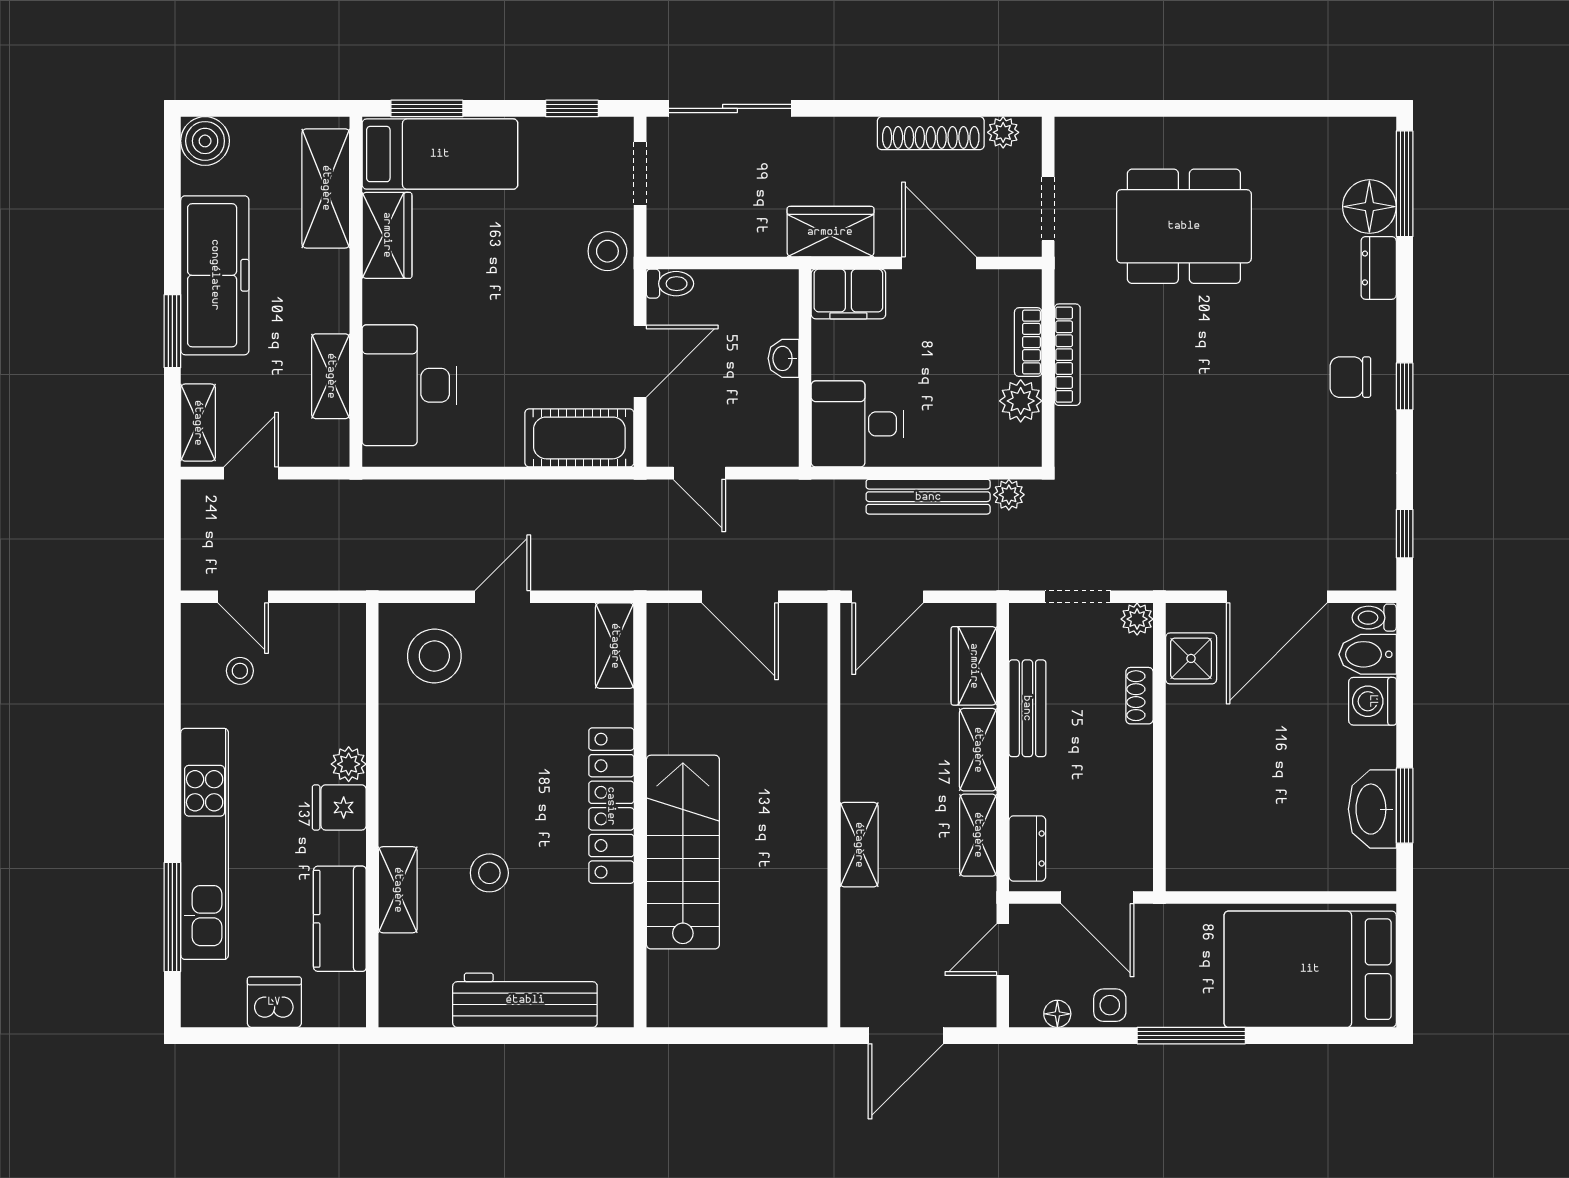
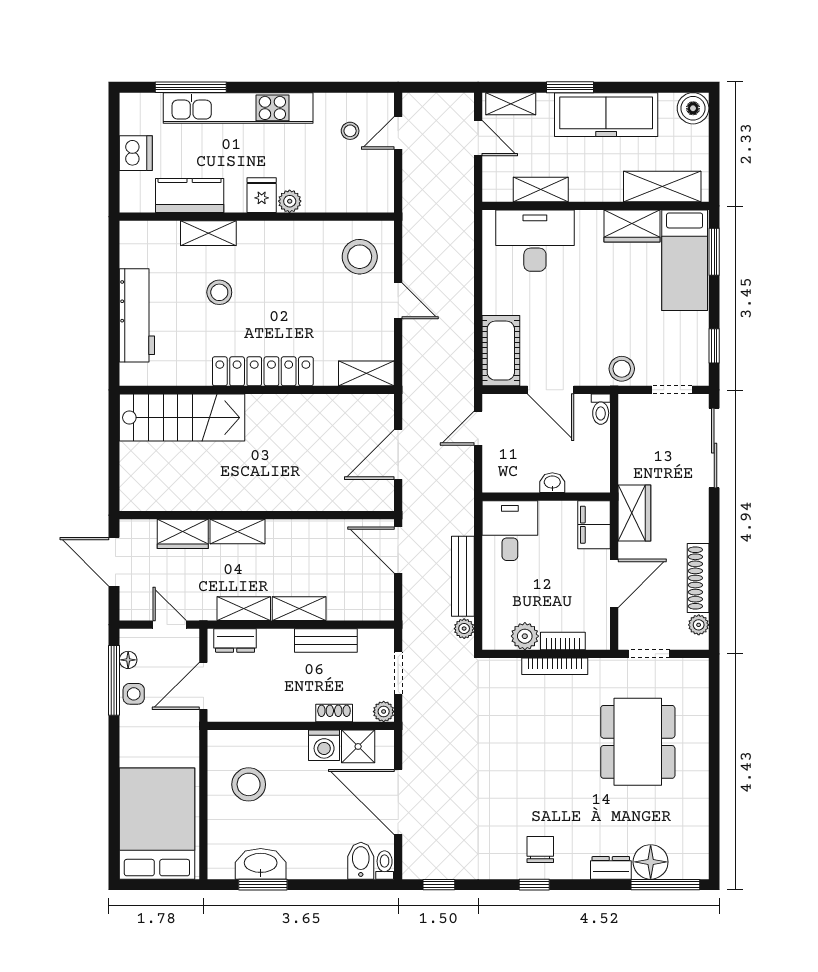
wardrobe: (974, 666) -> (183, 534), moved, turned 180
washing machine: (1373, 701) -> (324, 745), moved, turned 180
stool: (1250, 828) -> (249, 784), added
stairs: (683, 852) -> (182, 418), moved
window: (1191, 1036) -> (114, 680), moved

